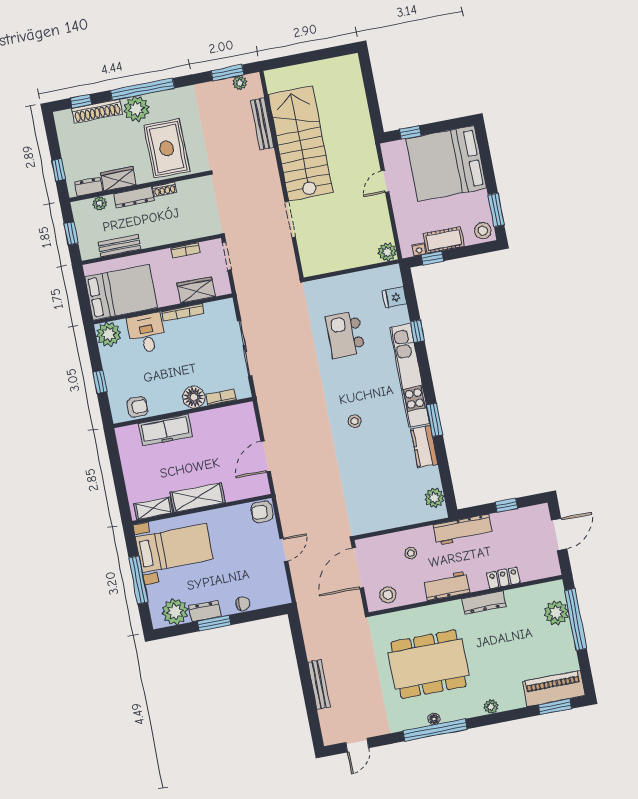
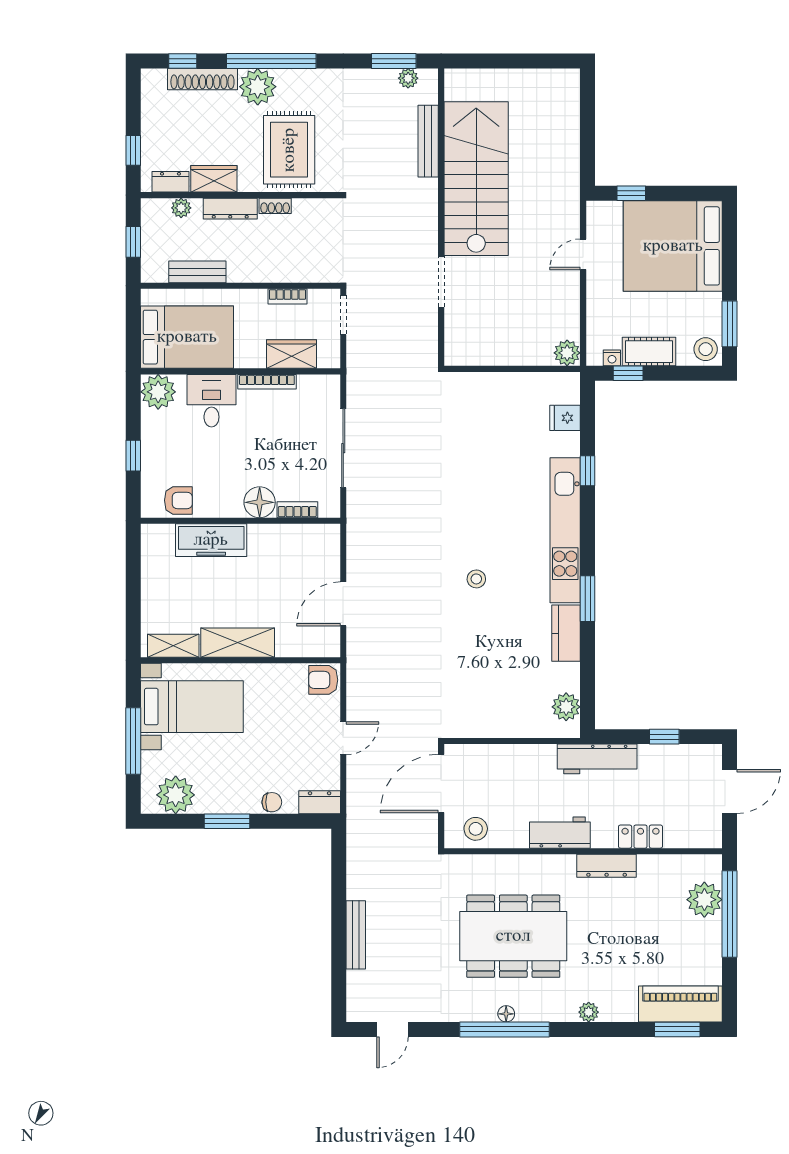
kitchen island: (345, 335) -> (487, 456), removed
stool: (411, 553) -> (519, 777), removed
dresser: (205, 611) -> (320, 802), moved

